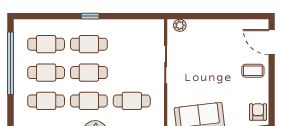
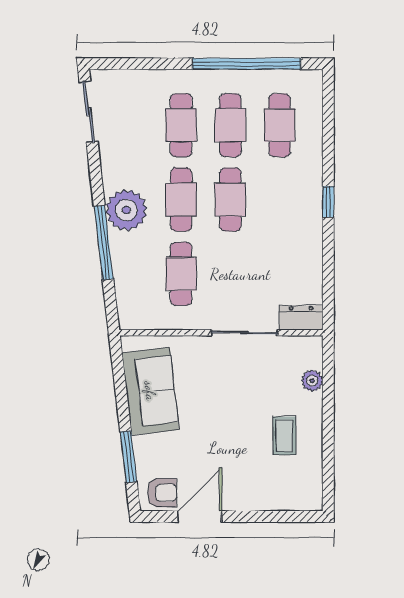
plant: (180, 25) -> (312, 381), moved
dresser: (157, 32) -> (301, 318), added
door: (272, 42) -> (200, 516), moved
cafe table: (89, 44) -> (280, 200), removed
coffee table: (253, 71) -> (284, 436), moved

